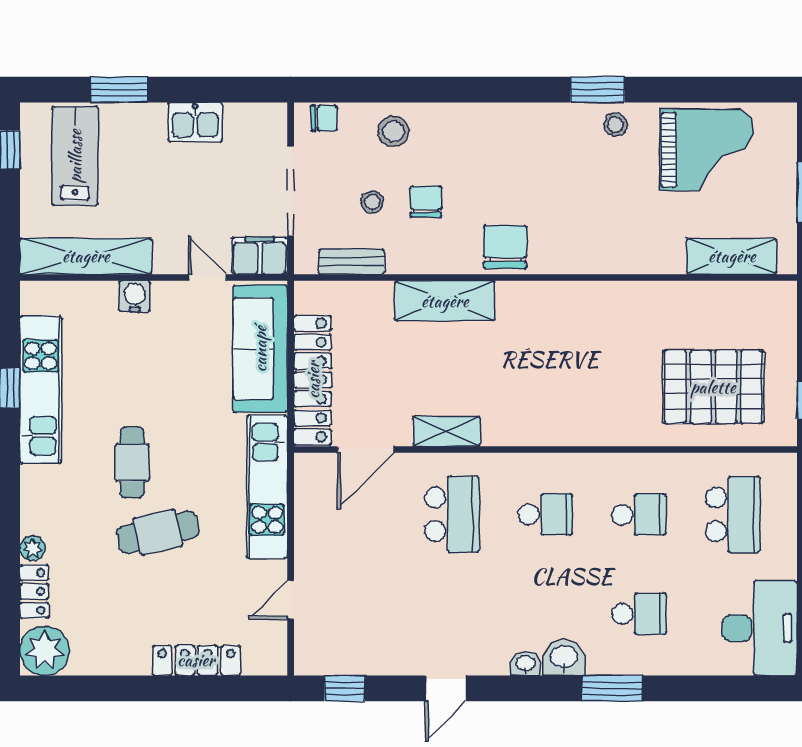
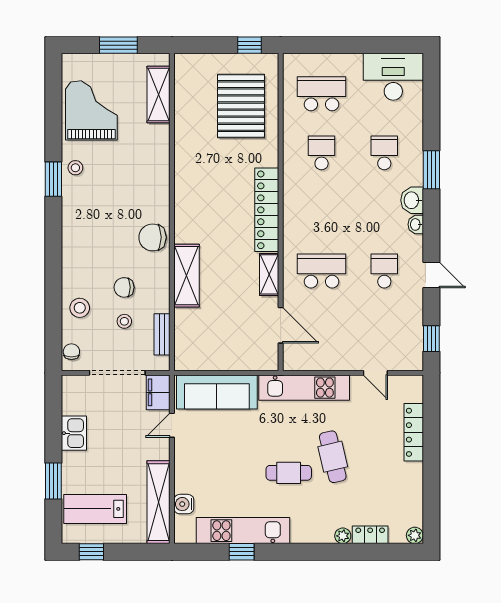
water cooler: (135, 296) -> (184, 504), moved
locker: (313, 380) -> (267, 210), moved, turned -90
school desk: (545, 514) -> (384, 271), moved
plant: (45, 651) -> (415, 535), width x0.53, depth x0.53

